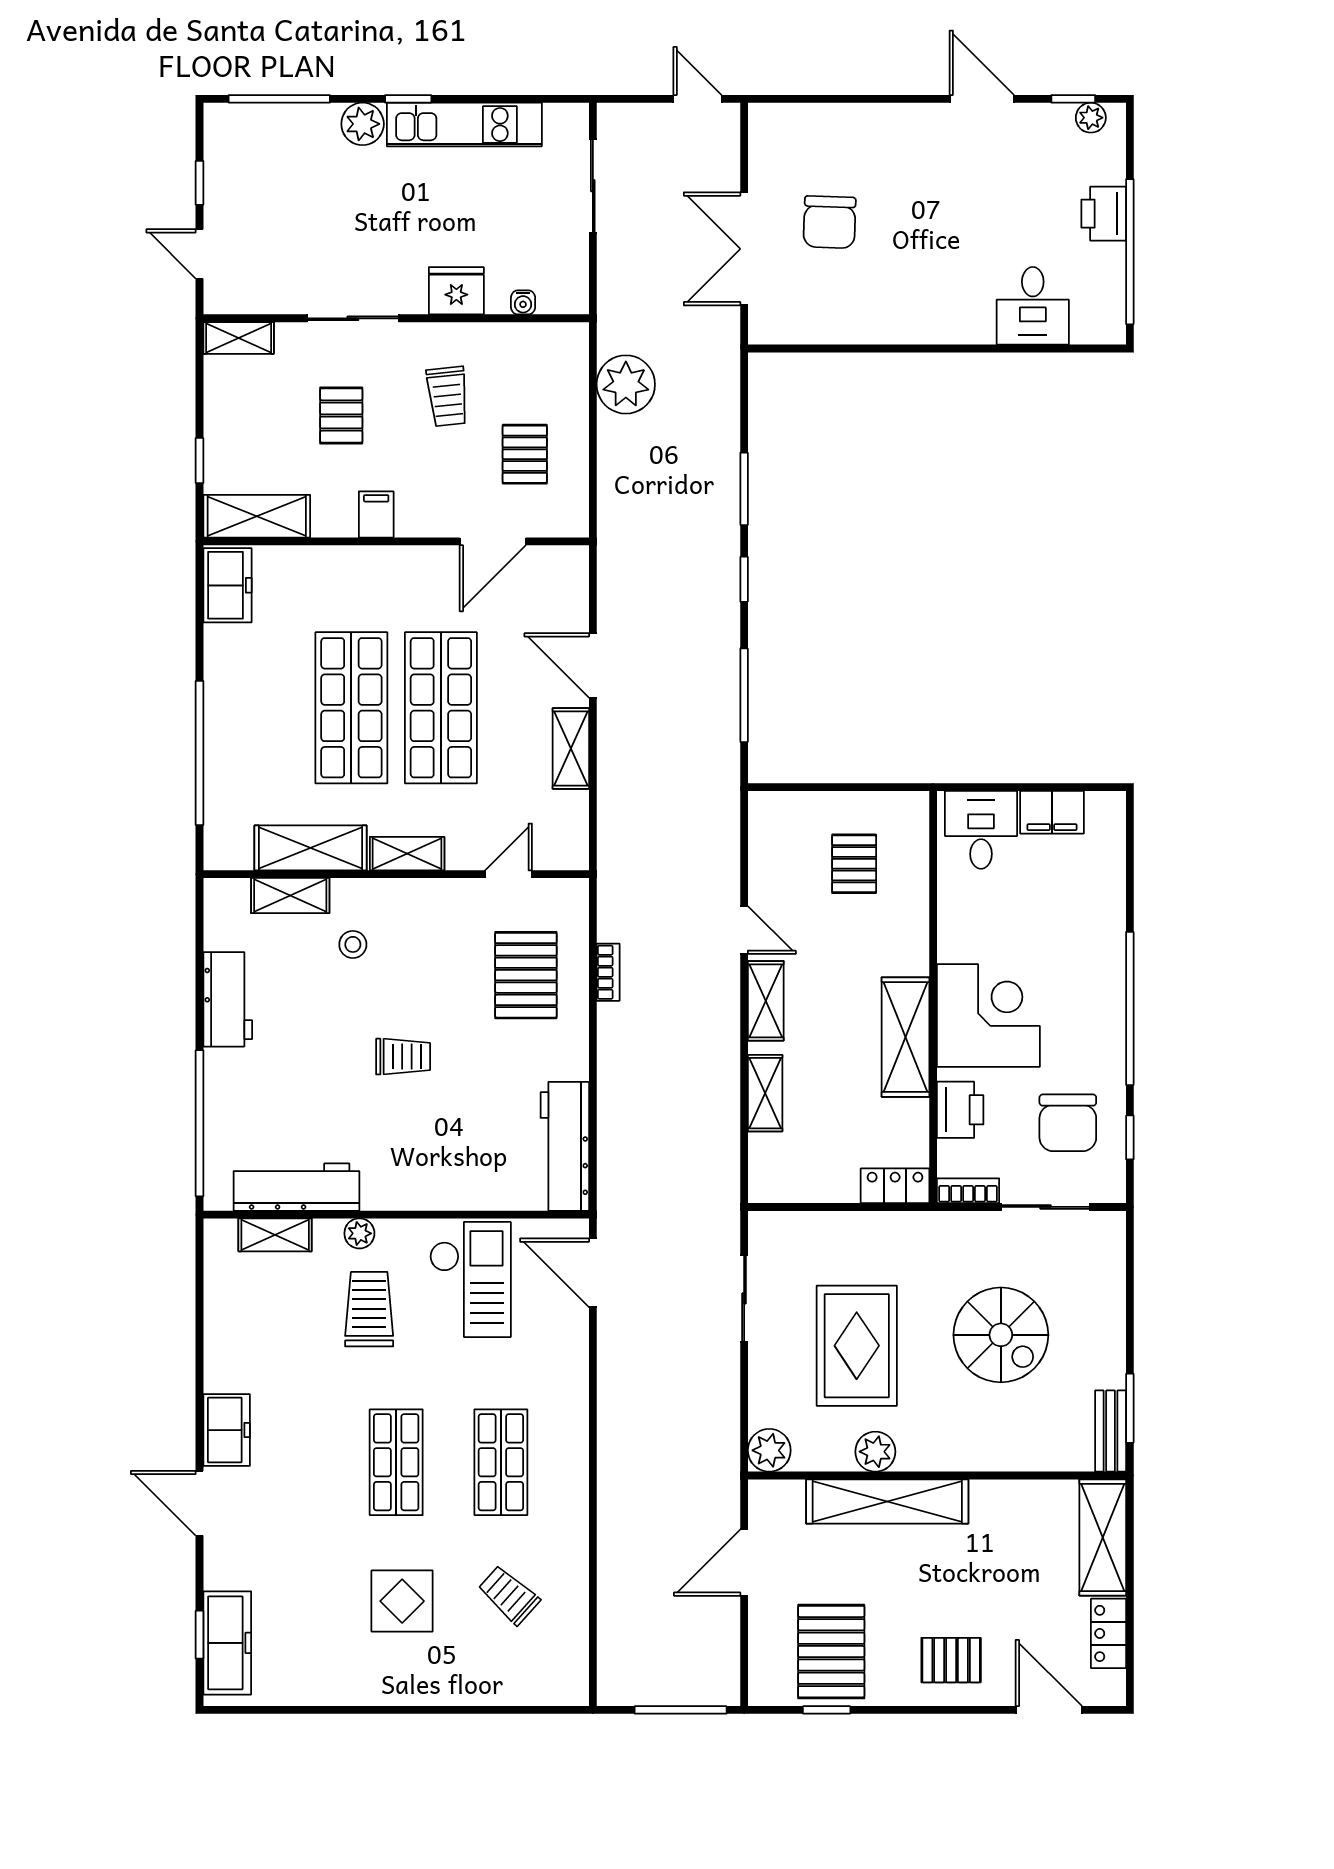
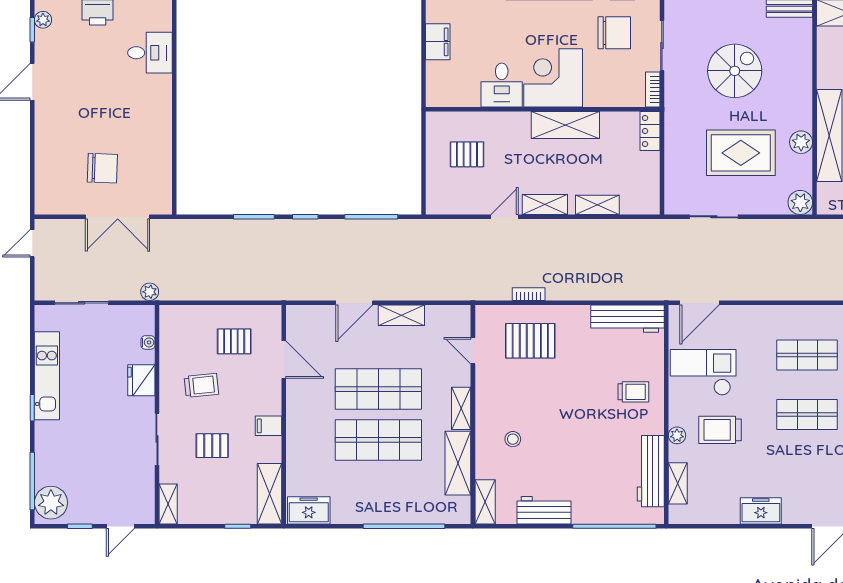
plant: (363, 124) -> (51, 503), moved, width x1.36, depth x1.36
plant: (626, 384) -> (150, 292), moved, width x0.53, depth x0.53
desk: (981, 830) -> (502, 85), moved, turned -90
shelving: (290, 896) -> (485, 502), moved
trolley: (403, 1057) -> (633, 392), moved, turned 90
printer: (960, 1110) -> (607, 94), removed
freezer: (227, 1430) -> (761, 511), moved

